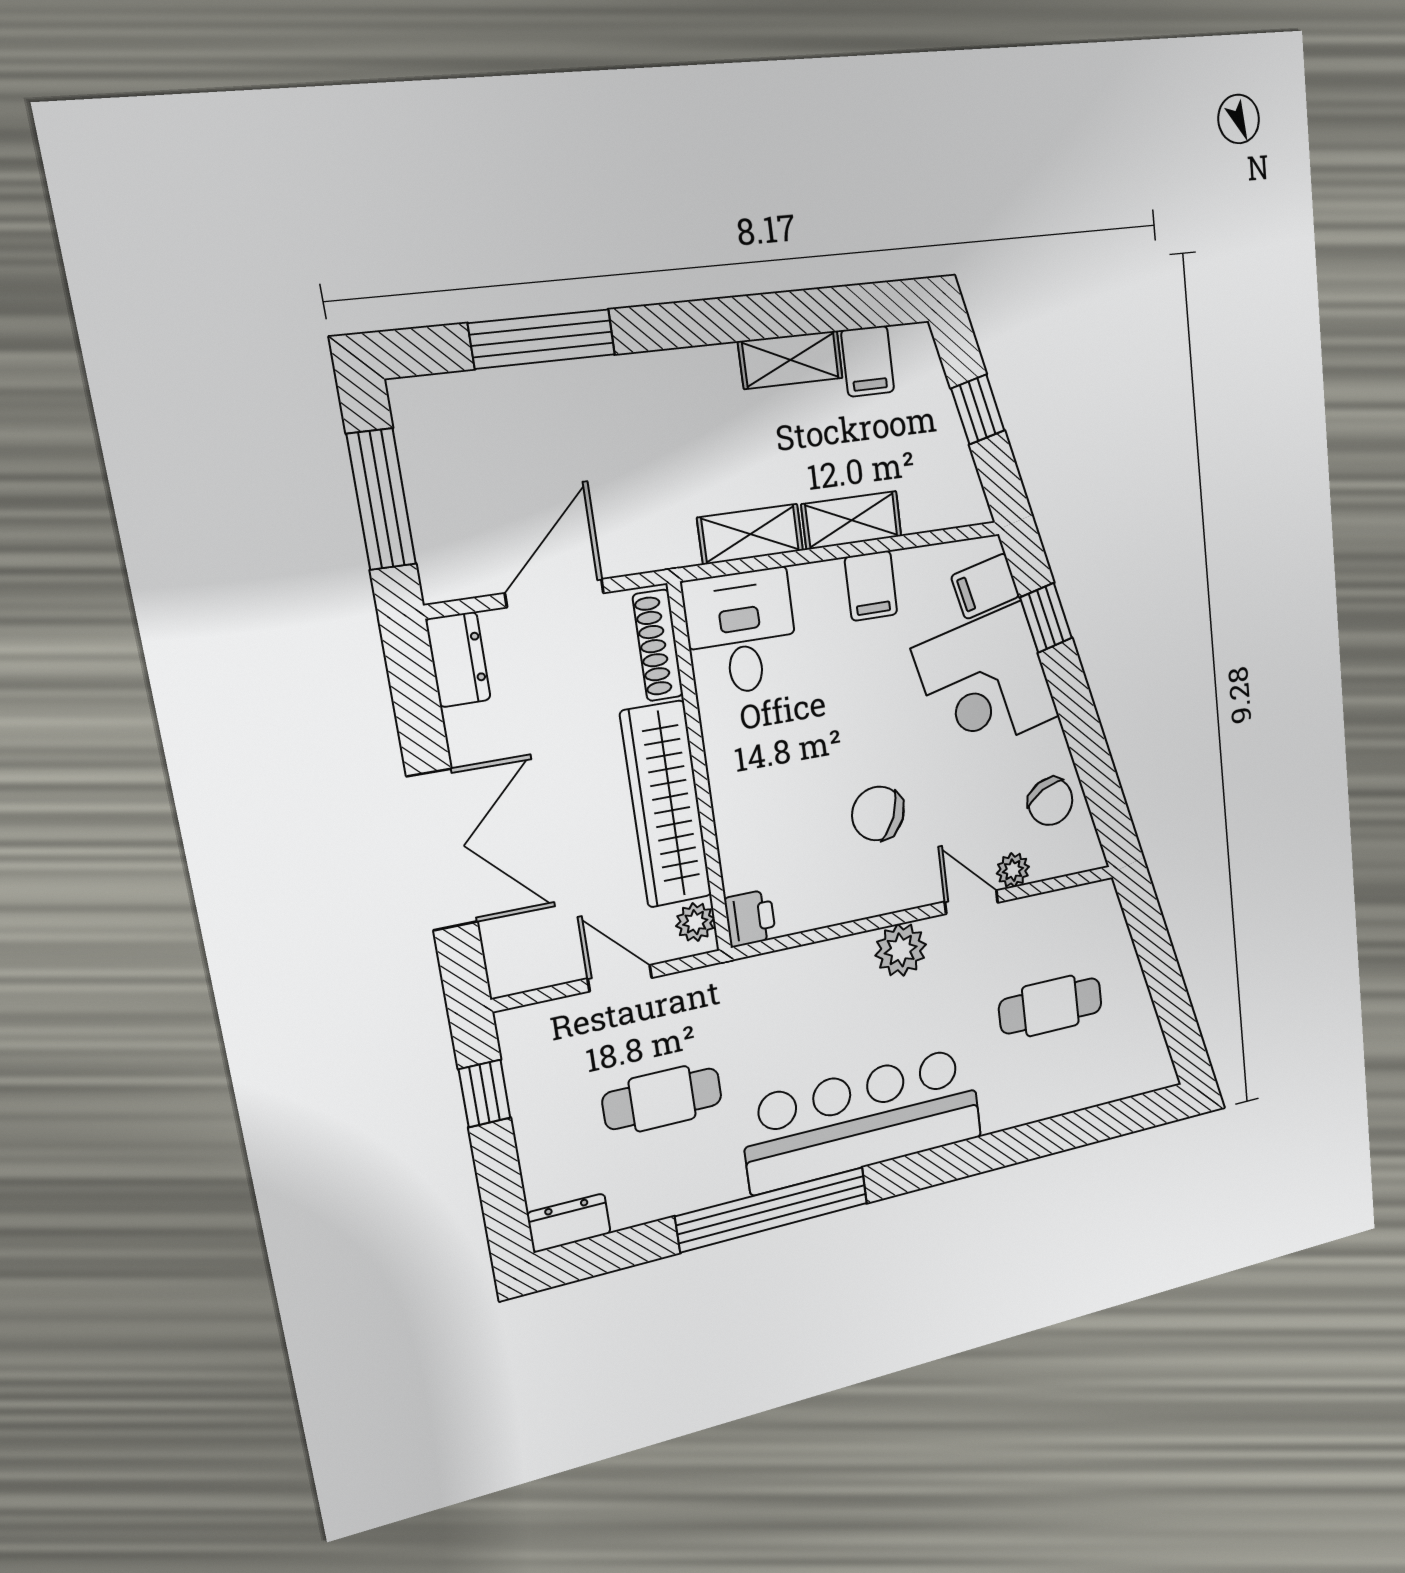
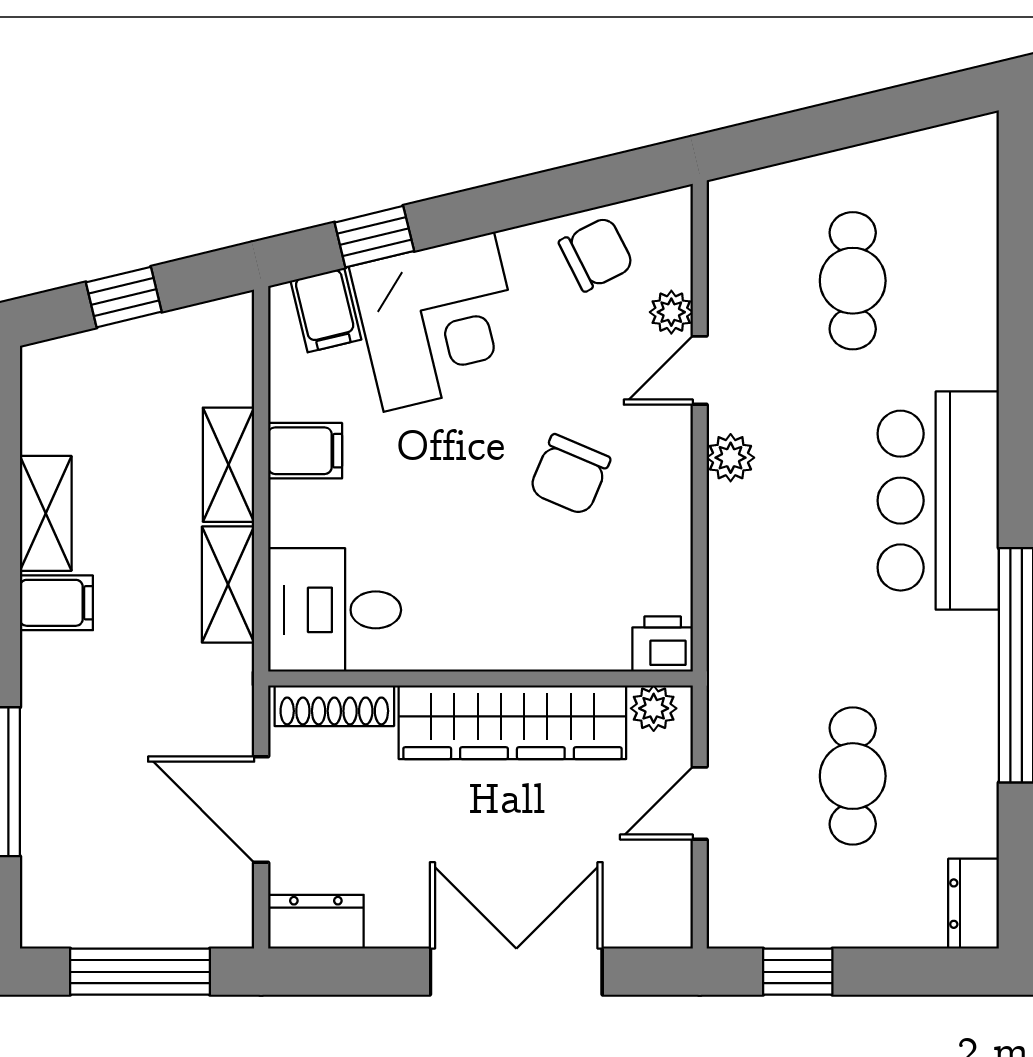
filing cabinet: (868, 361) -> (56, 603), moved
plant: (901, 950) -> (731, 458), width x0.73, depth x0.73
bar counter: (862, 1120) -> (938, 501), width x0.73

